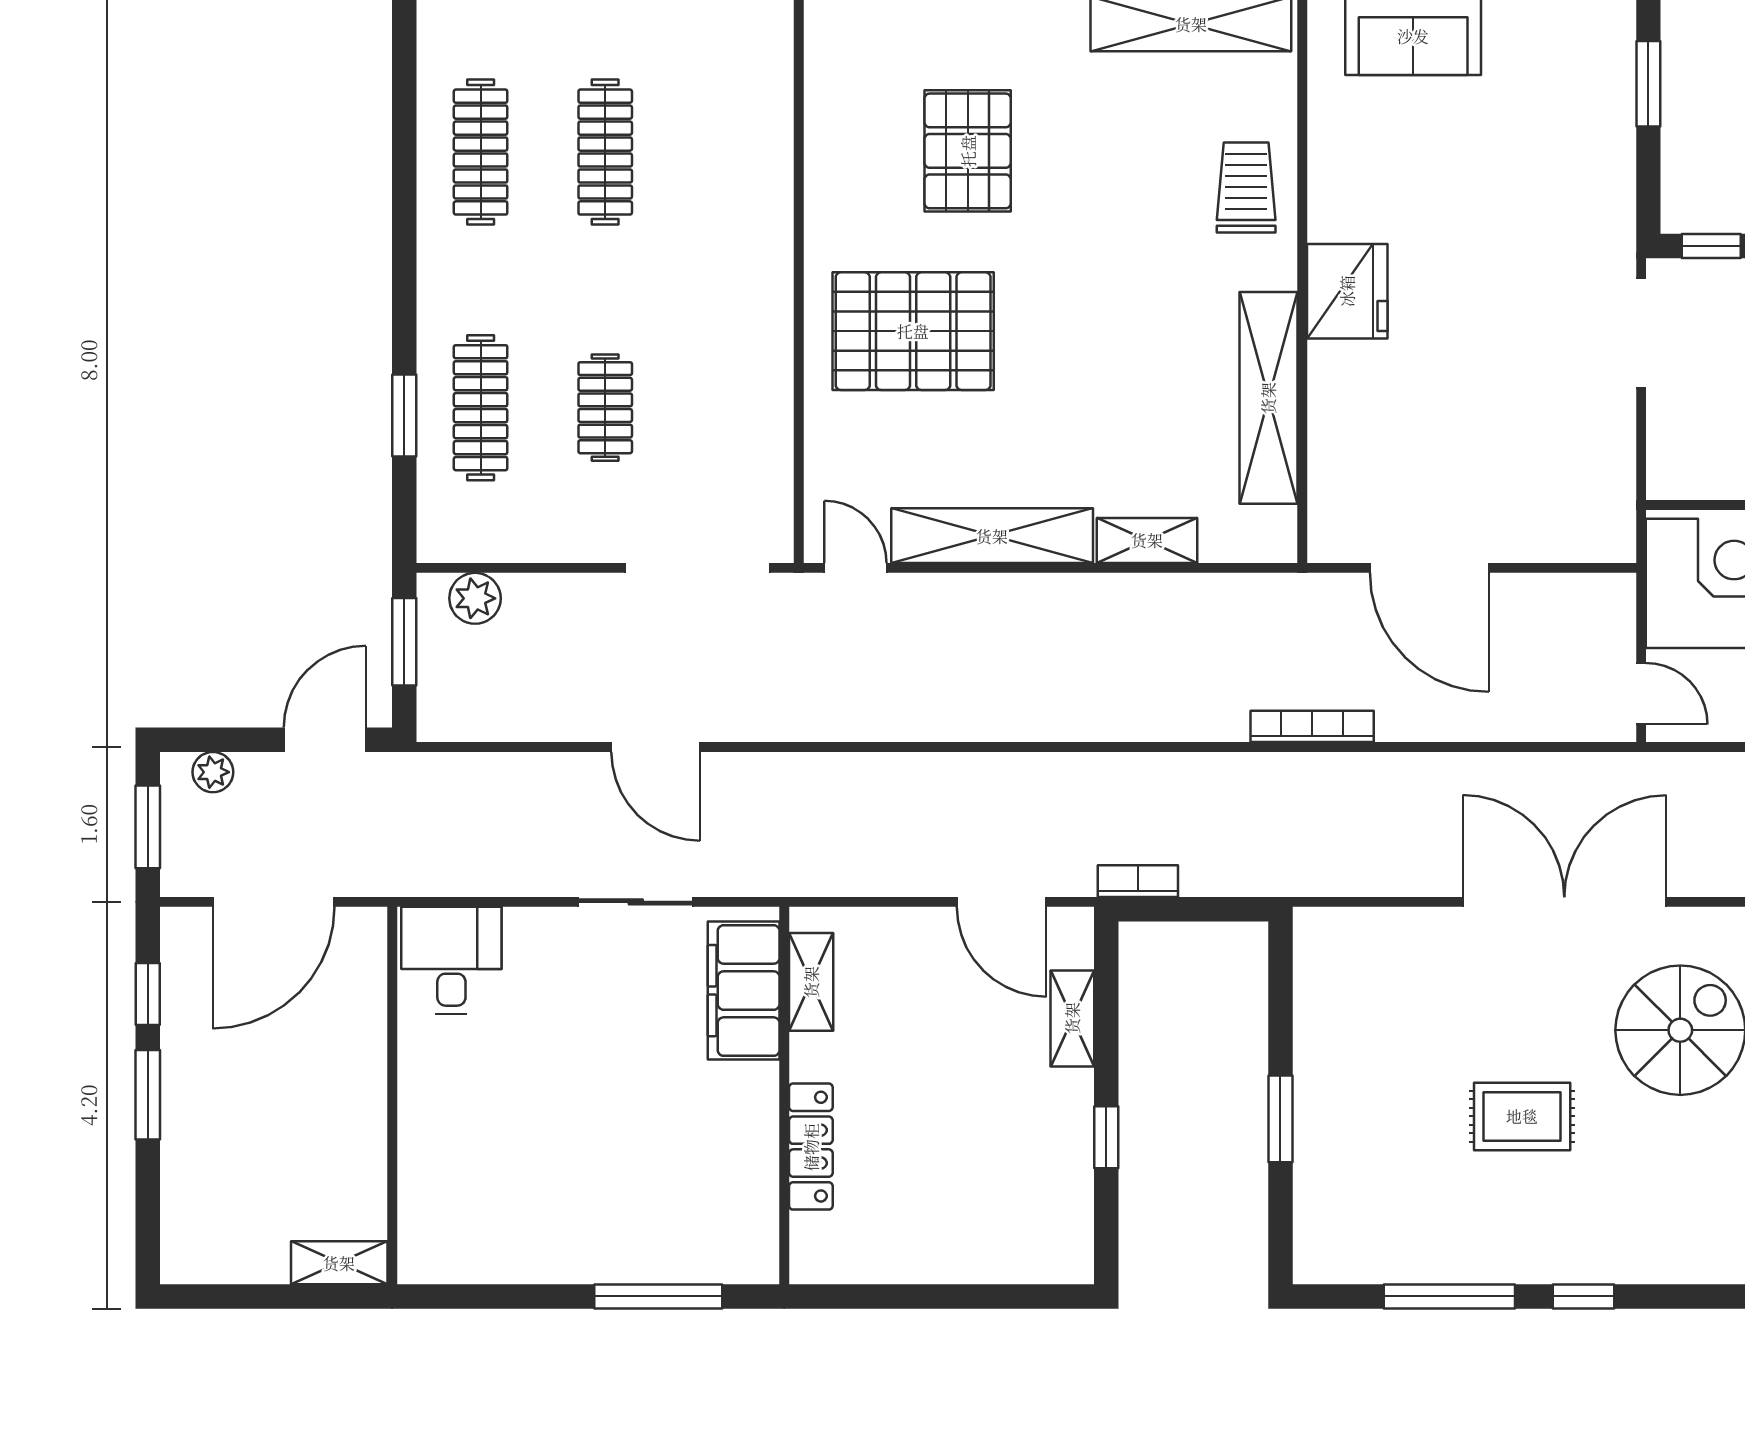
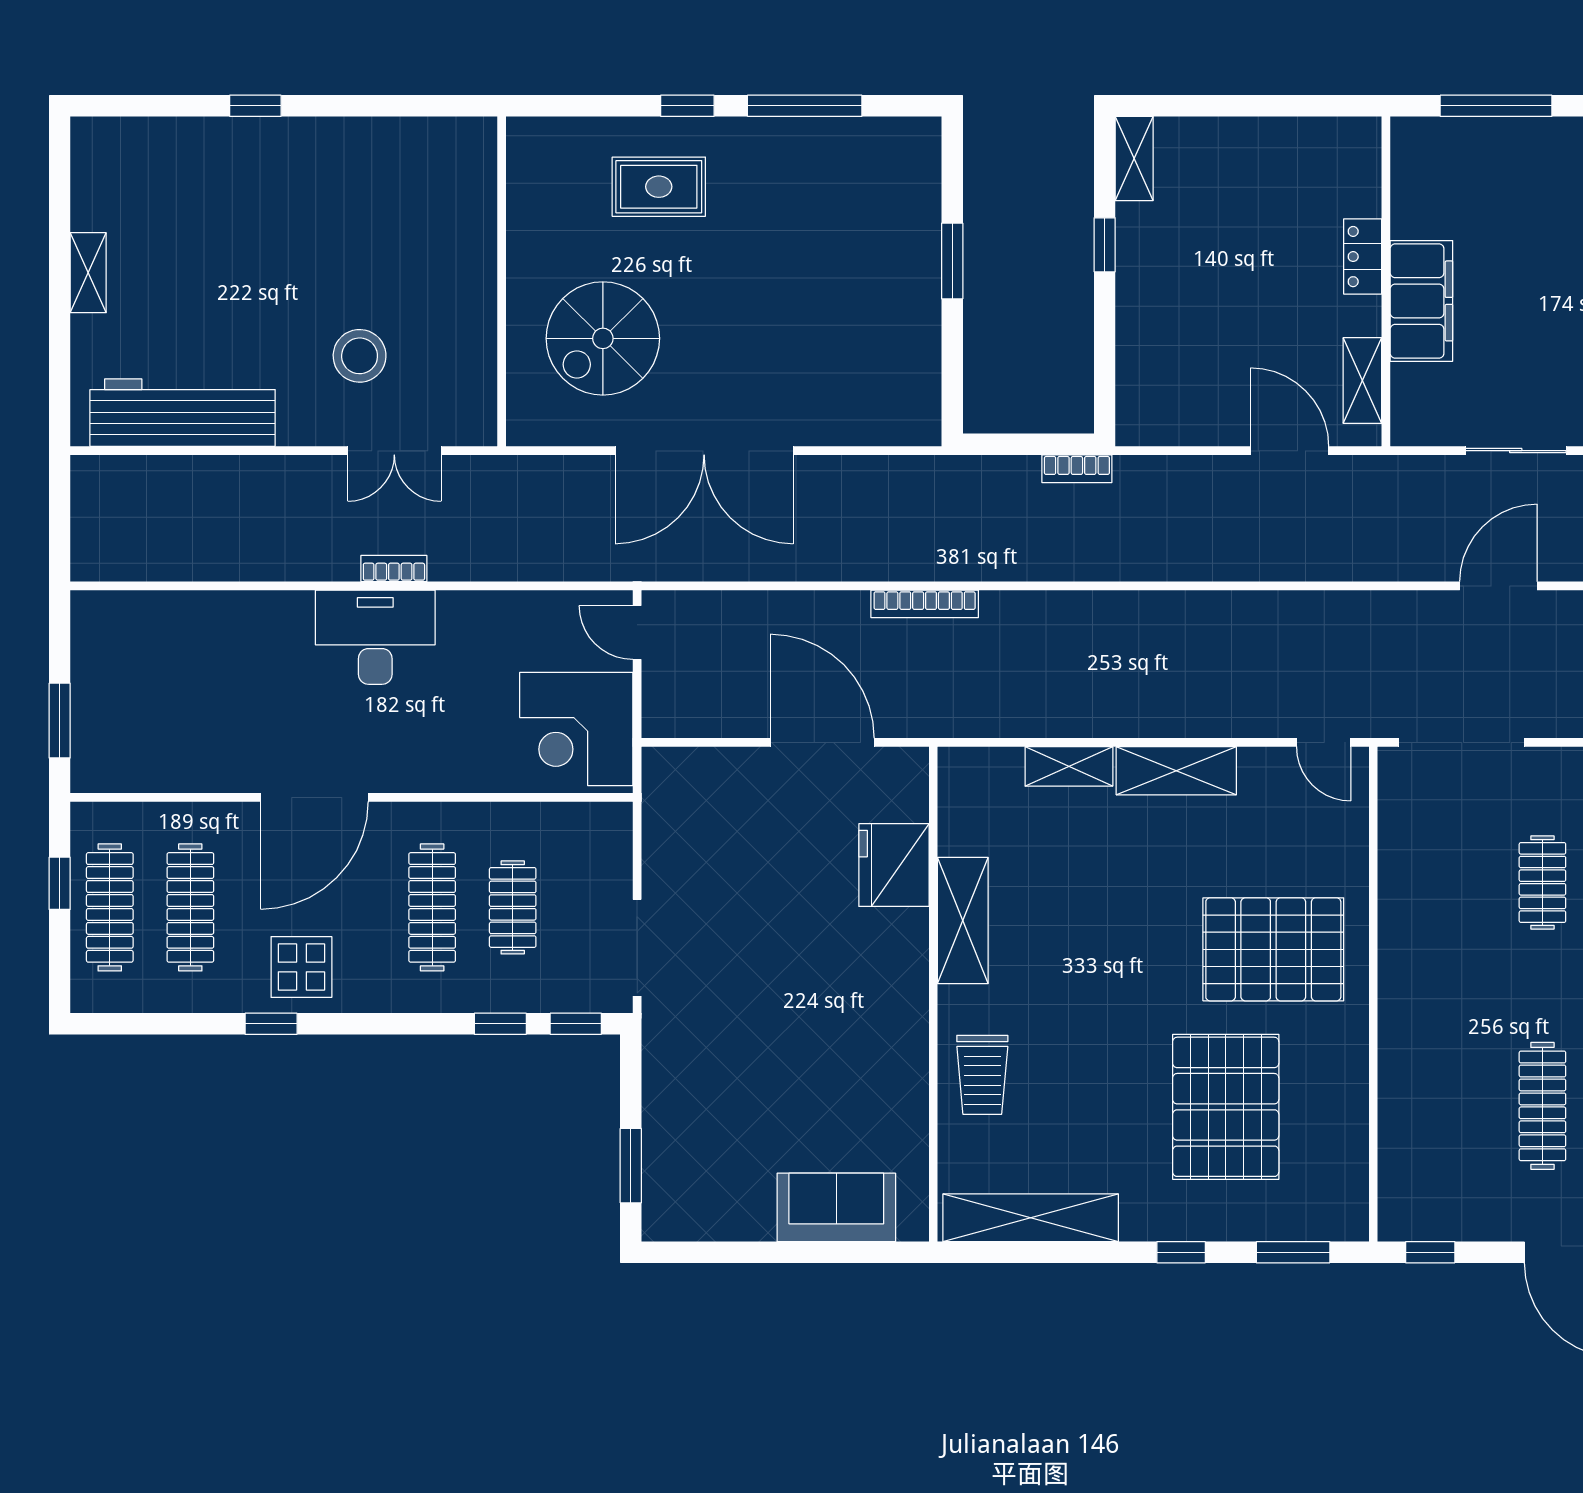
pallet: (968, 151) -> (1226, 1107), width x1.37, depth x1.41
fridge: (1347, 291) -> (894, 865), moved
shelving: (1268, 398) -> (963, 921), width x0.68
shelving: (992, 536) -> (1176, 771), width x0.68
door: (656, 747) -> (1498, 586), hinge flipped
door: (1002, 902) -> (1289, 451), moved
filing cabinet: (744, 991) -> (1421, 301), moved
shelving: (1072, 1018) -> (1134, 158), moved
rug: (1522, 1116) -> (659, 187), moved
locker: (811, 1147) -> (1363, 257), width x0.66

